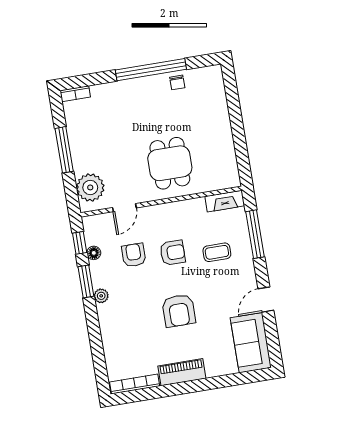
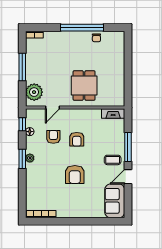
window: (255, 234) -> (128, 147), moved
coffee table: (217, 252) -> (113, 160), moved
armchair: (173, 253) -> (77, 139), turned 90
window: (86, 281) -> (22, 159), moved
piano: (182, 372) -> (71, 212), removed

